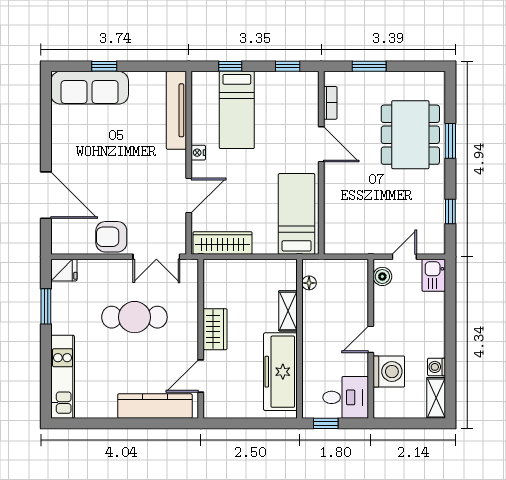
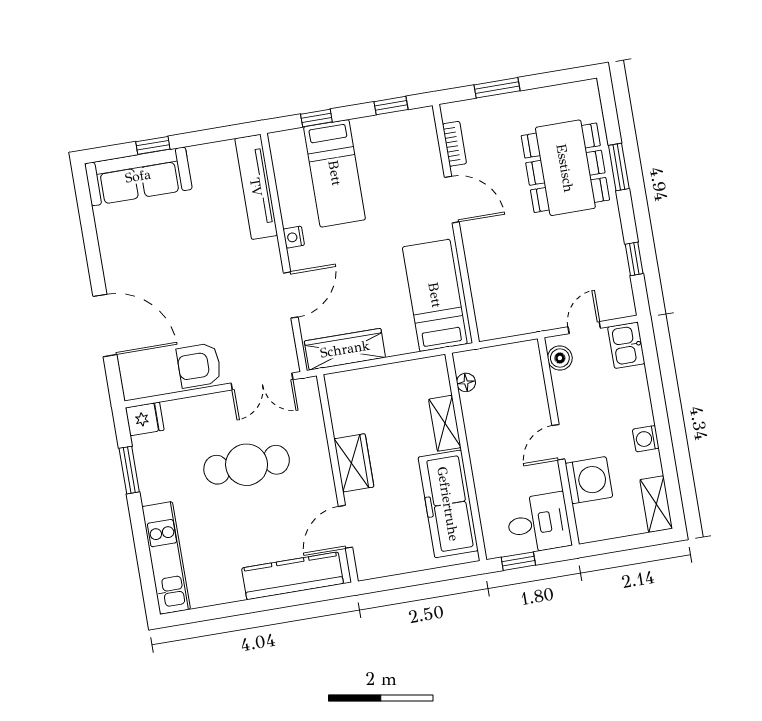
washing machine: (437, 367) -> (646, 439), moved

